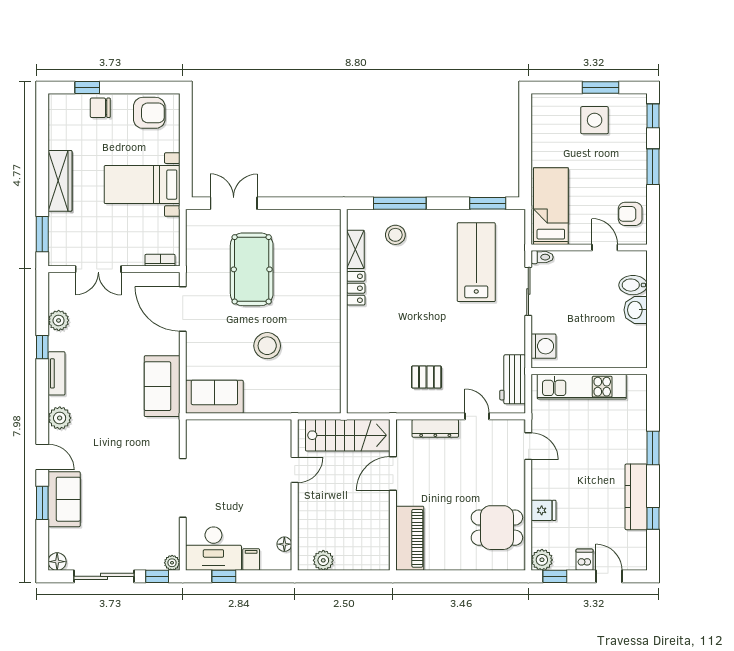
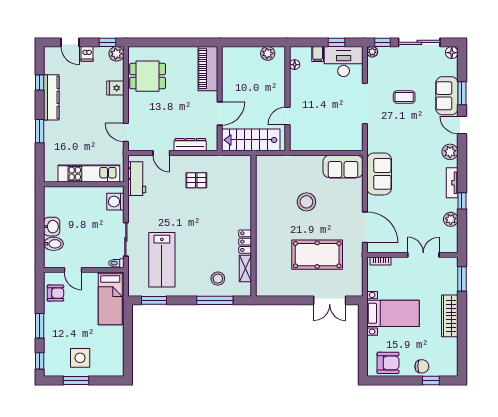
armchair: (149, 113) -> (388, 363), turned 180
pool table: (252, 269) -> (317, 255), turned 90
coffee table: (126, 497) -> (404, 97), added

